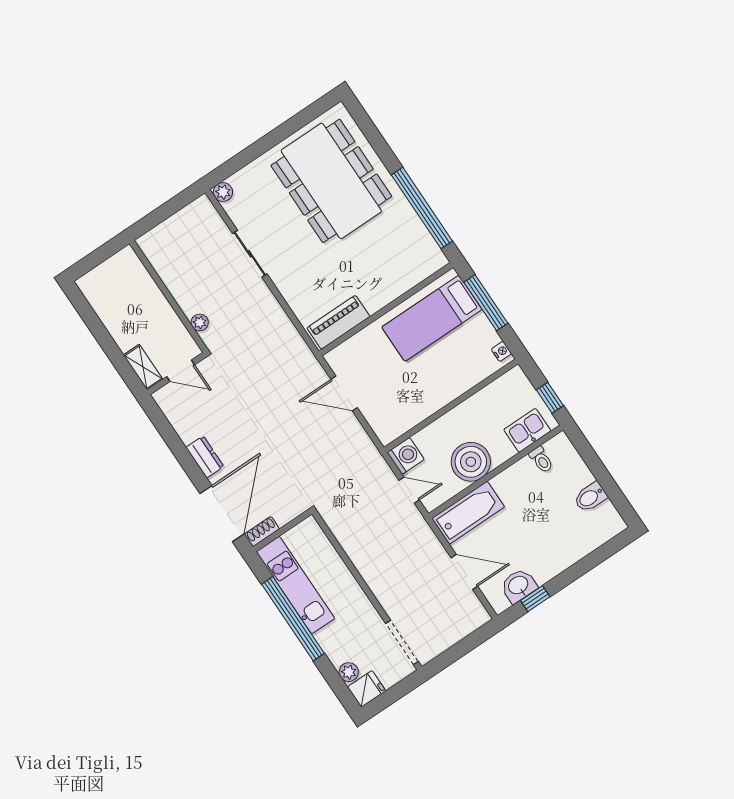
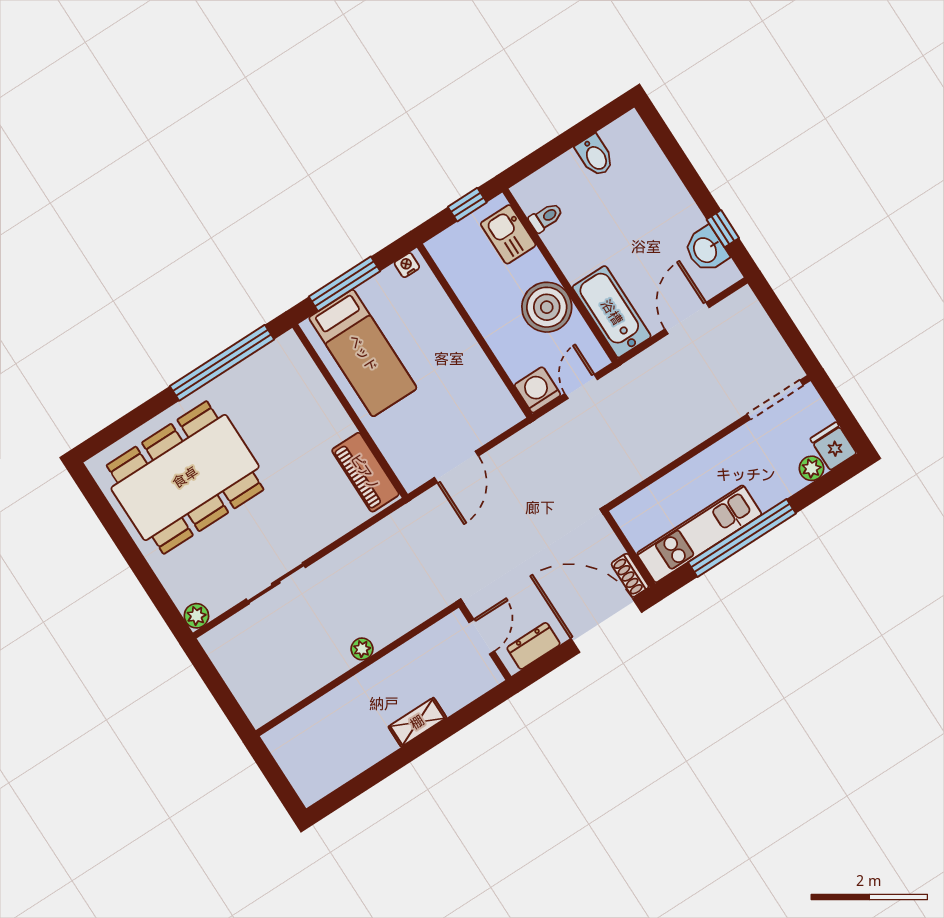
door: (181, 371) -> (482, 637), moved
wall: (177, 374) -> (485, 642), moved

